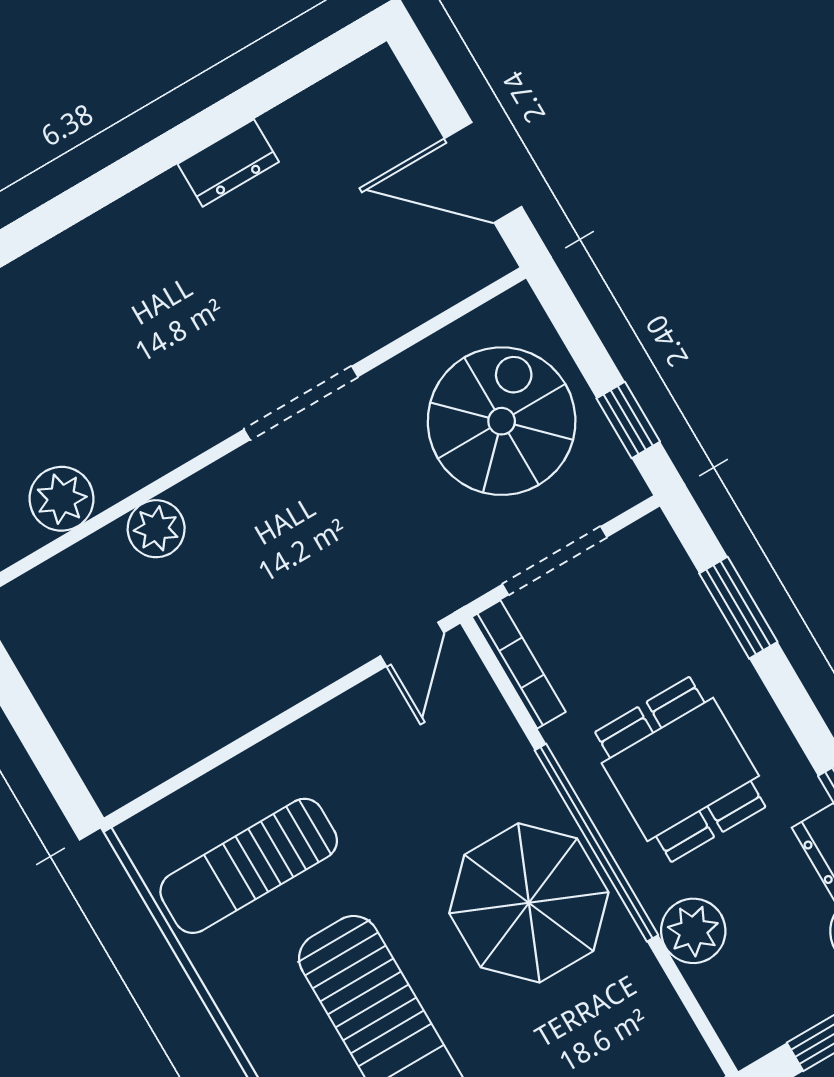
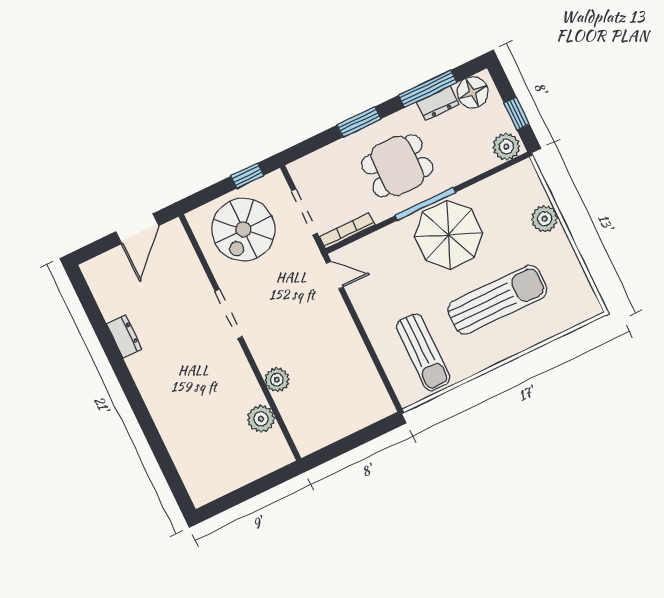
spiral stairs: (502, 421) -> (243, 229), turned -90
window: (738, 608) -> (359, 122), moved
window: (596, 843) -> (425, 204), width x0.68
plant: (693, 931) -> (506, 147), moved

